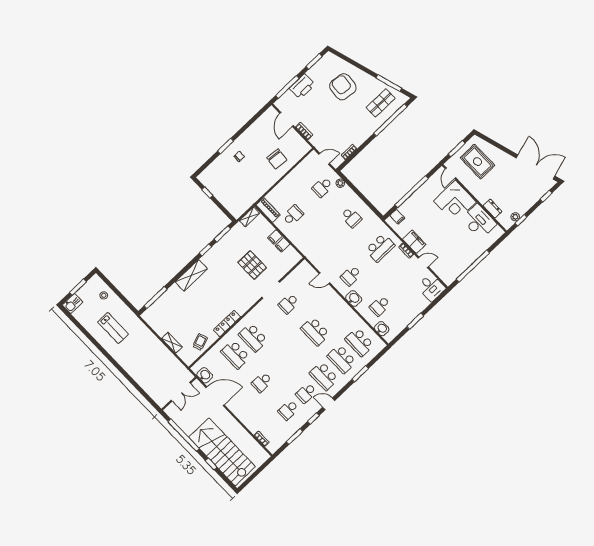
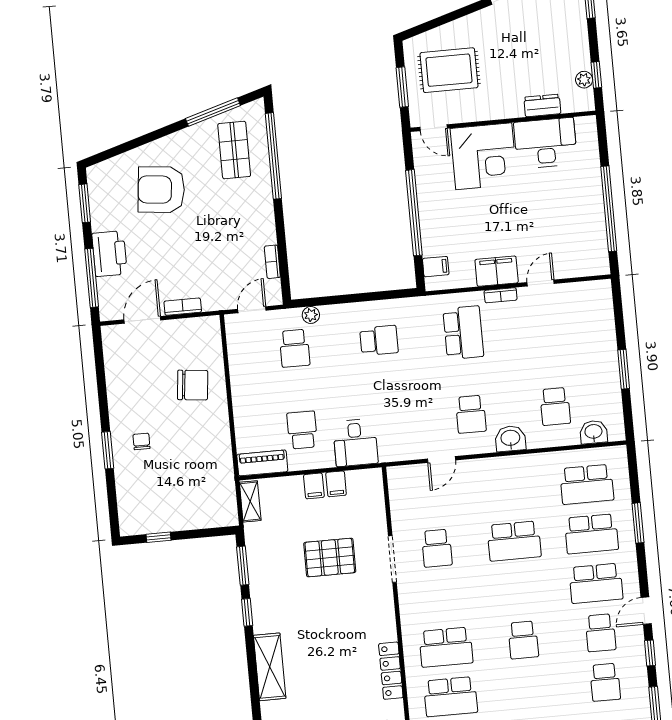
door: (287, 119) -> (142, 320), swing flipped
desk: (431, 287) -> (355, 443), moved, turned 90
school desk: (262, 382) -> (523, 640), moved

